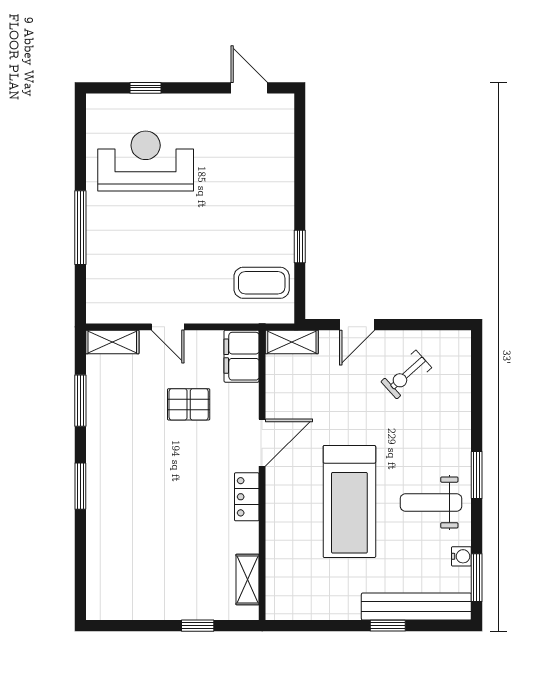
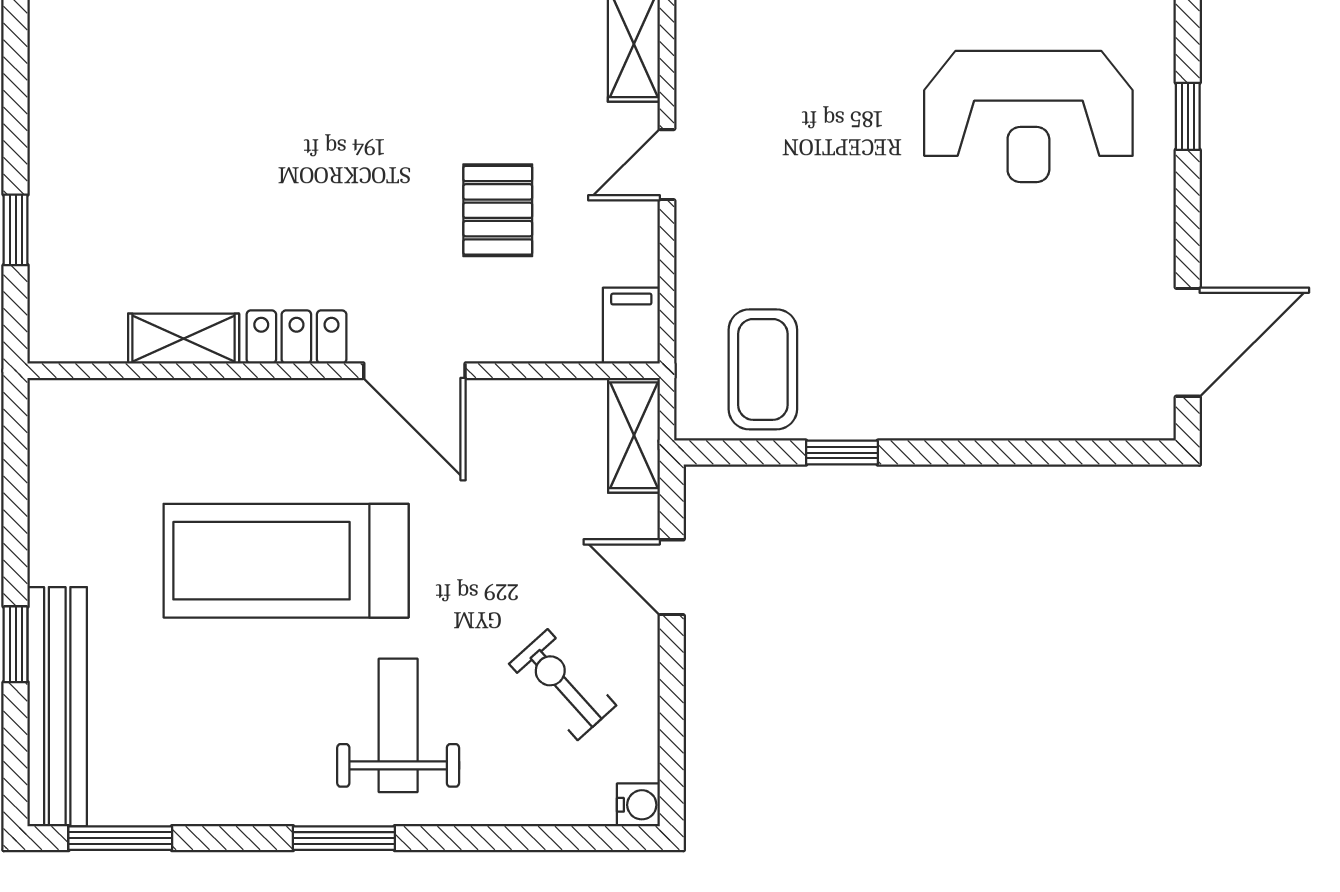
door: (249, 88) -> (1188, 342), width x1.38
reception desk: (146, 161) -> (1028, 116), turned 90
filing cabinet: (242, 356) -> (631, 326), width x0.50
weight bench: (431, 502) -> (398, 725), moved
water cooler: (461, 556) -> (638, 805), moved, turned -90
shelving: (247, 579) -> (184, 339), moved

